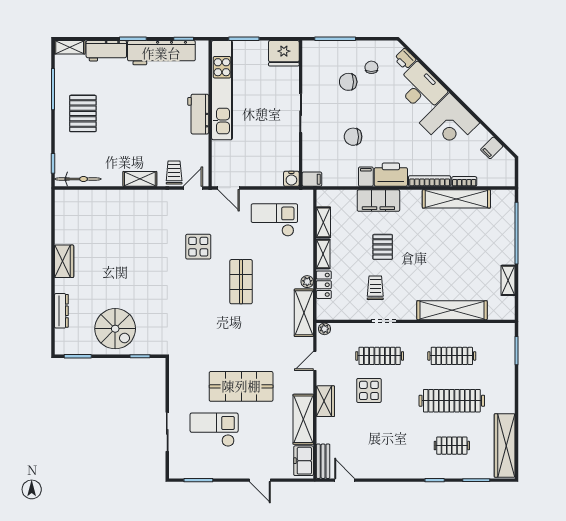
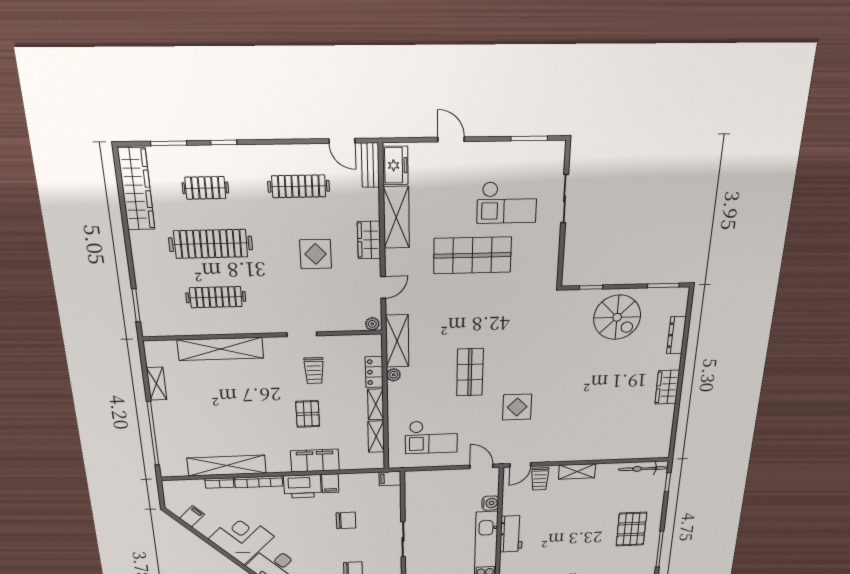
water cooler: (291, 179) -> (490, 503), moved, turned 90
spiral stairs: (115, 329) -> (617, 317), turned 180
clothes rail: (380, 356) -> (299, 186), moved

